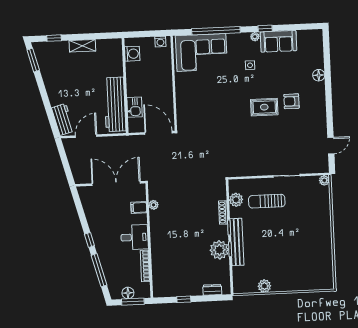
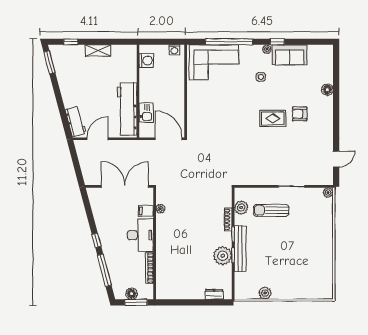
desk: (134, 237) -> (140, 235), width x1.37
window: (184, 299) -> (186, 302), removed

